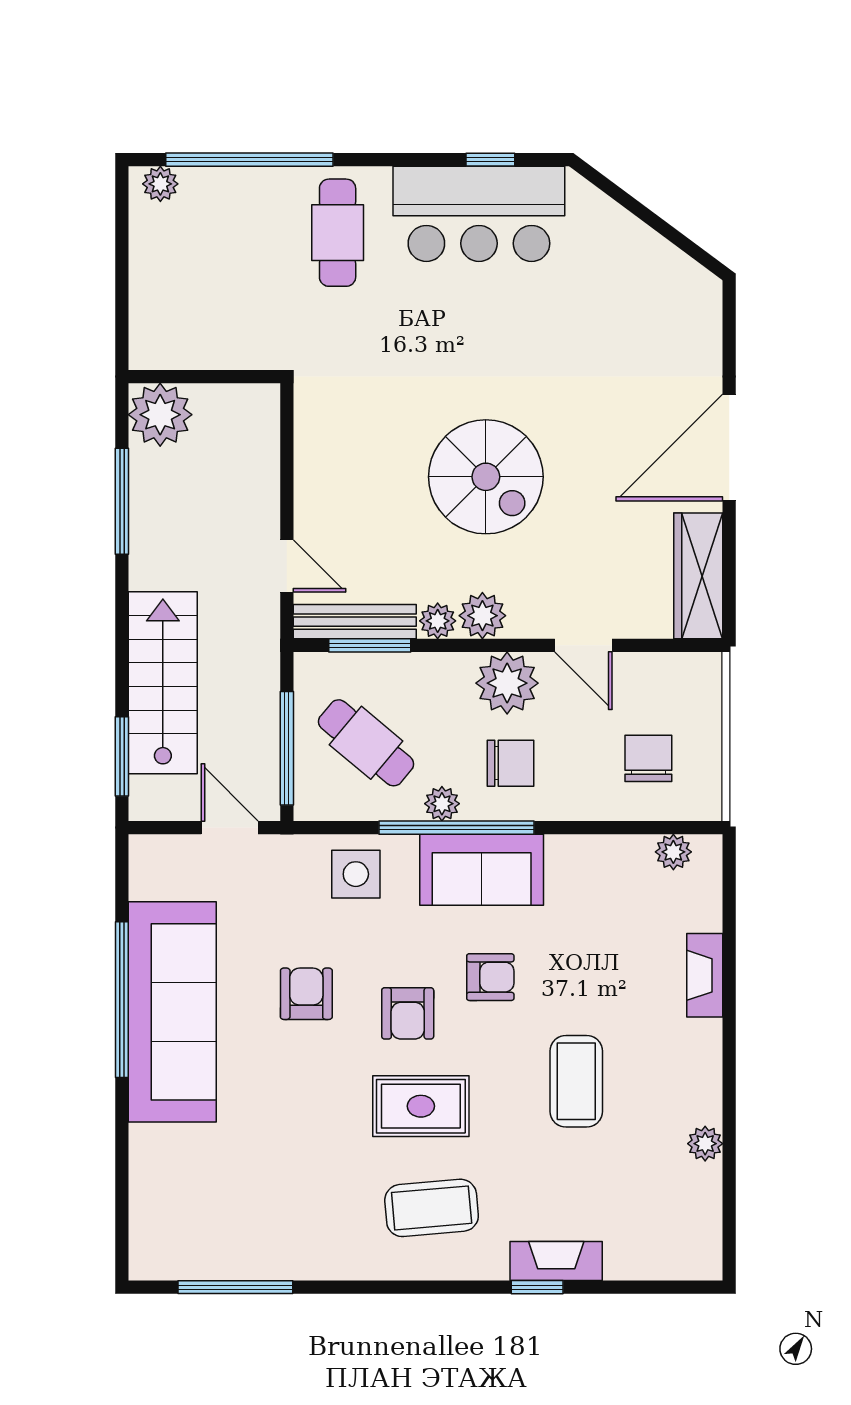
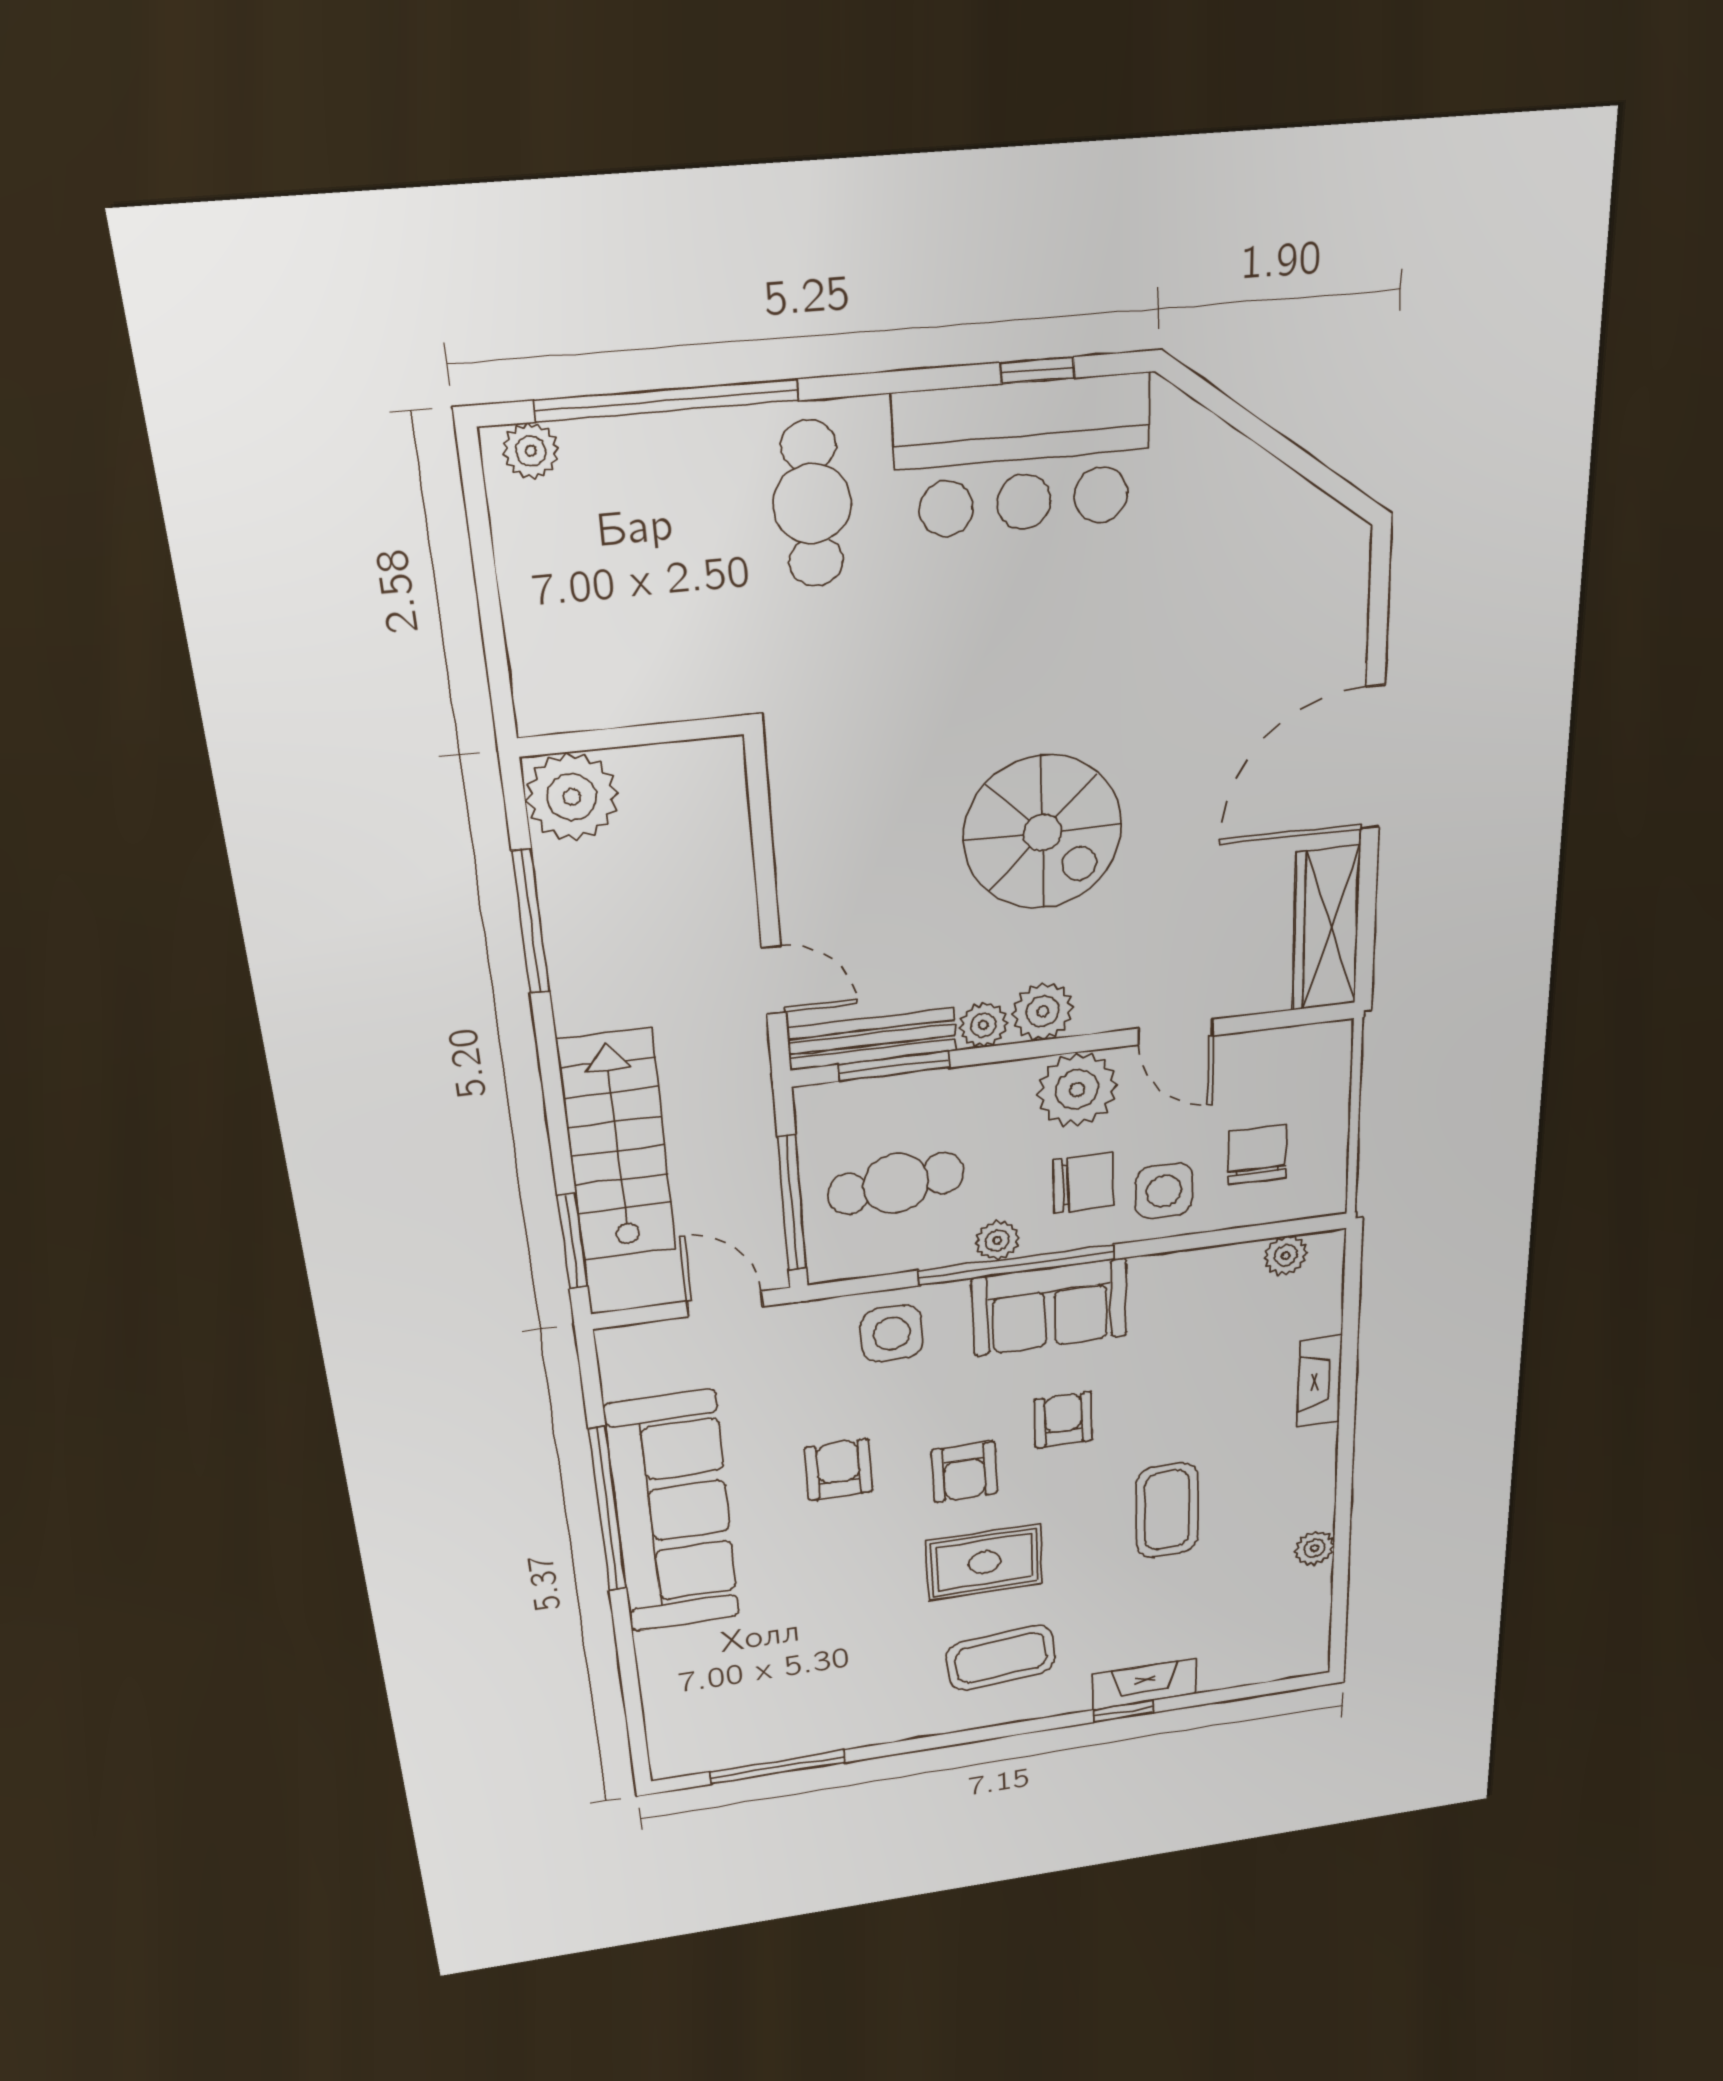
cafe table: (366, 743) -> (896, 1183), turned -46
side table: (574, 779) -> (1164, 1191), added
armchair: (490, 977) -> (1063, 1420), turned -90

